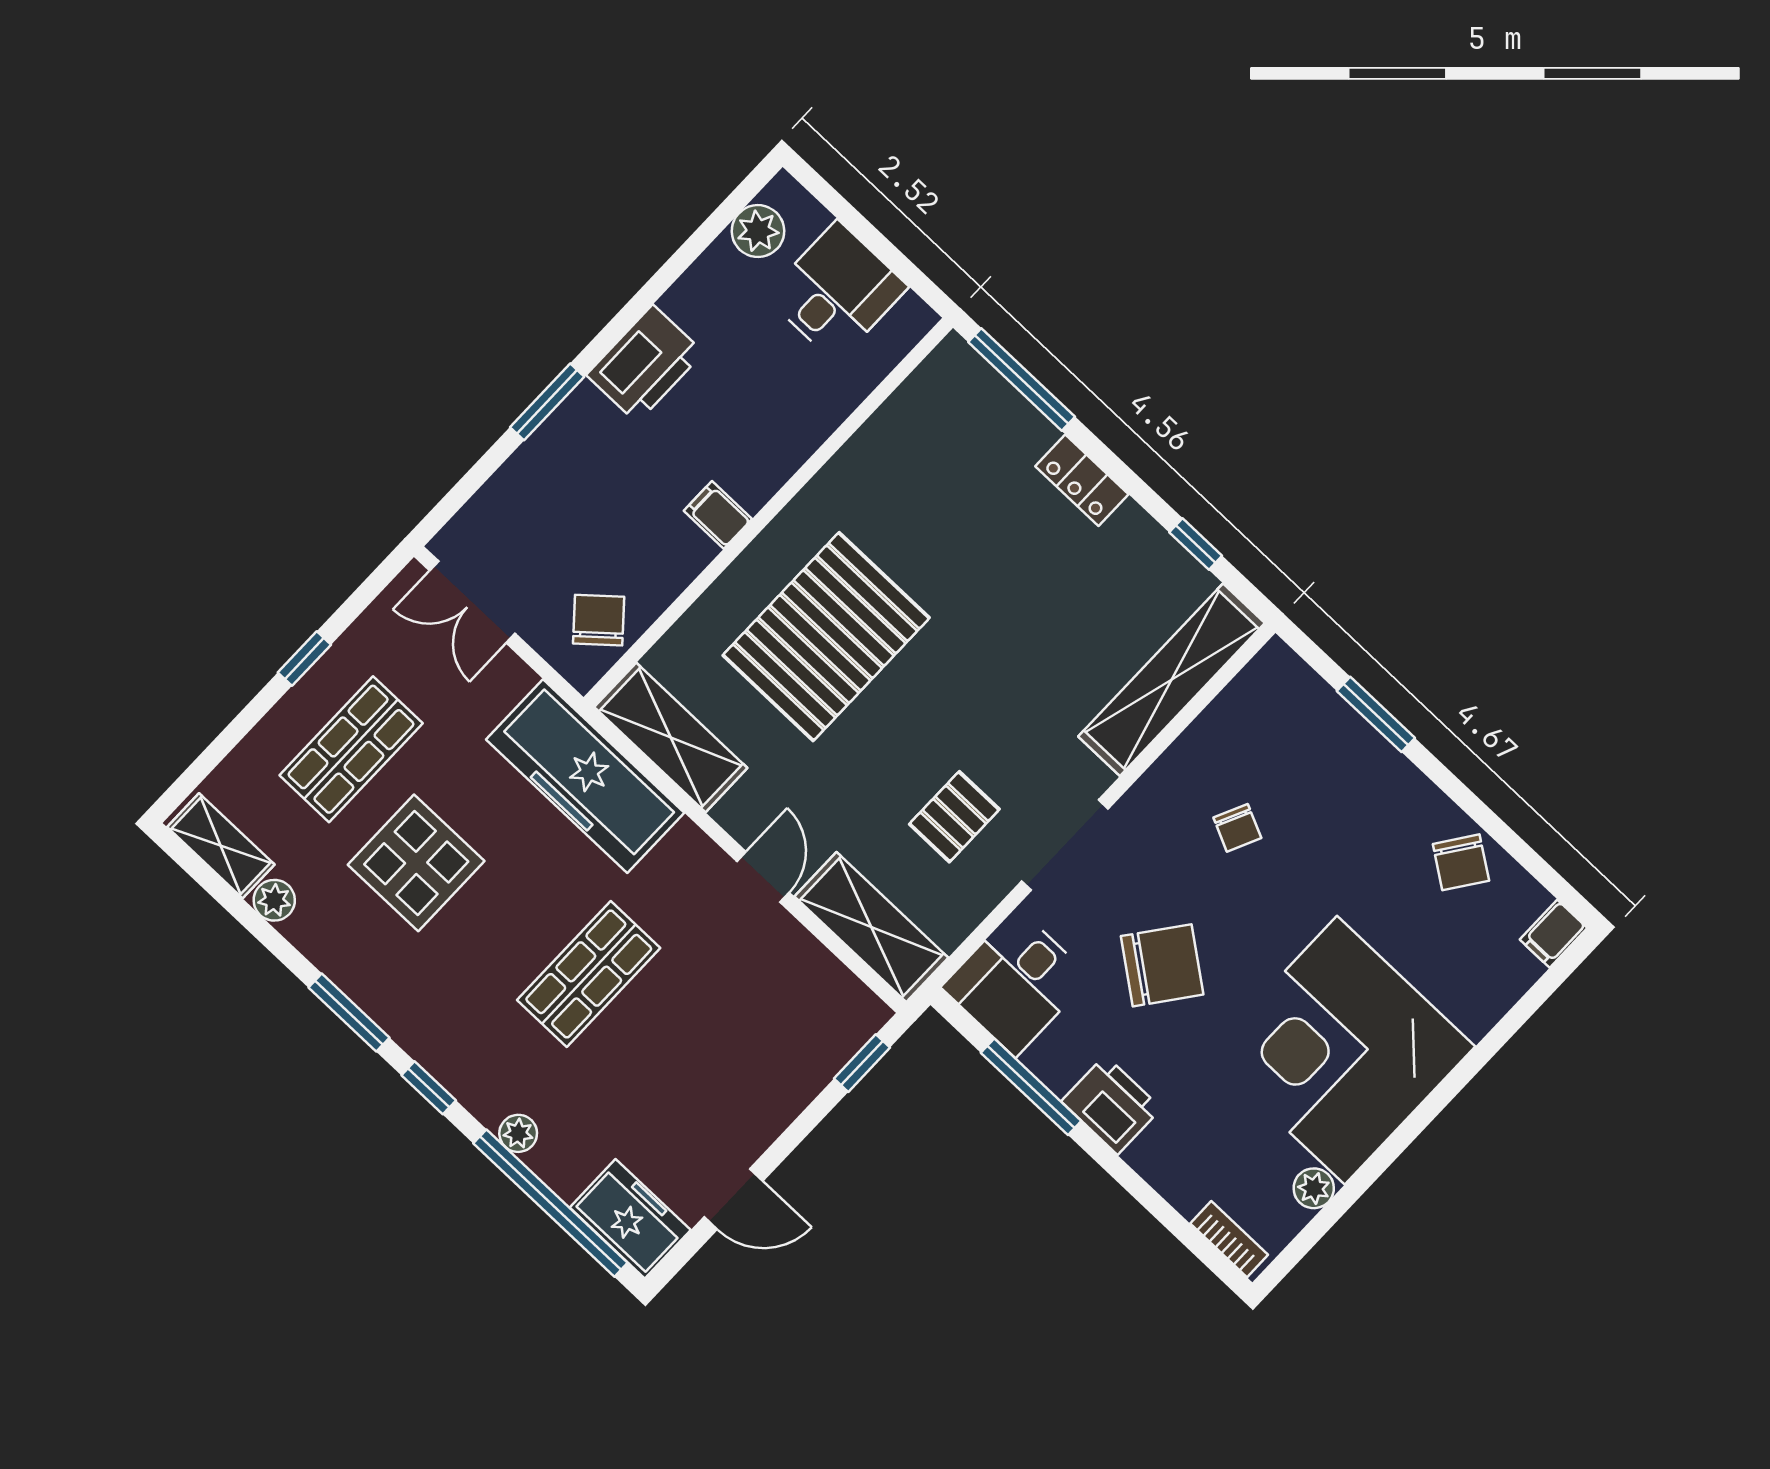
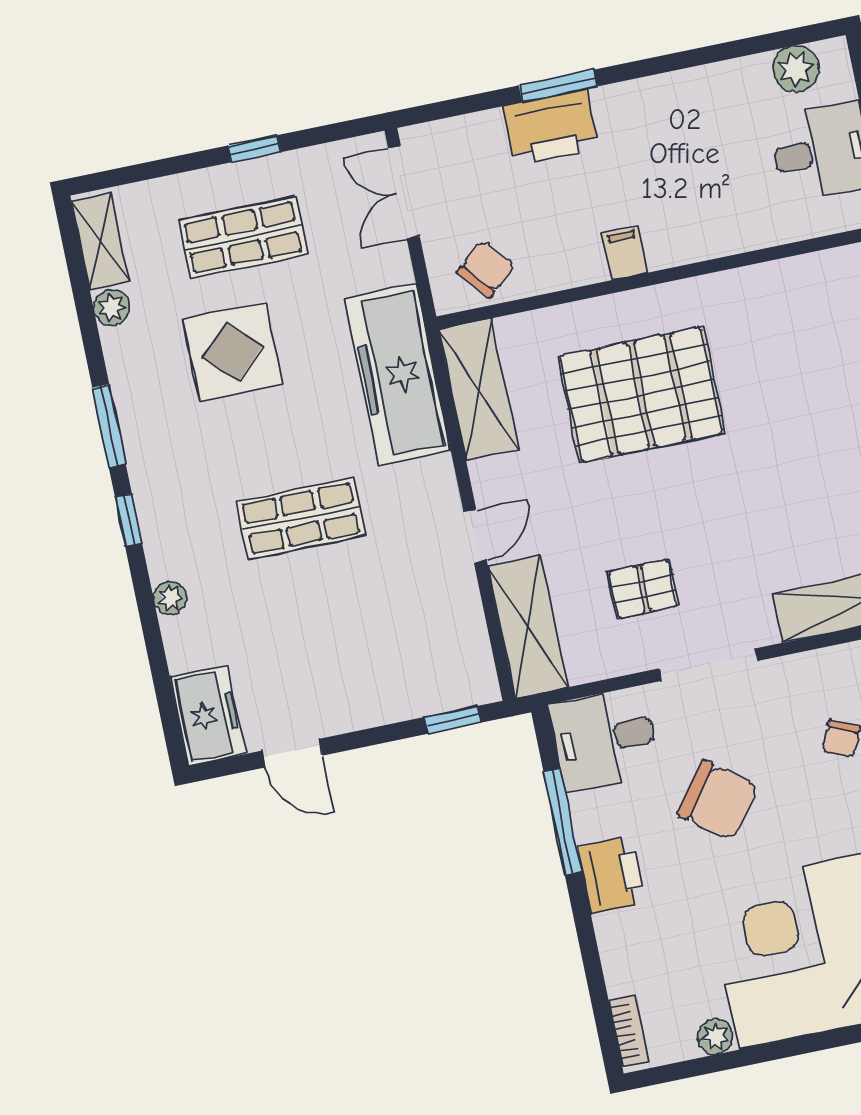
printer: (645, 364) -> (551, 127), moved
window: (550, 1203) -> (158, 664), removed

